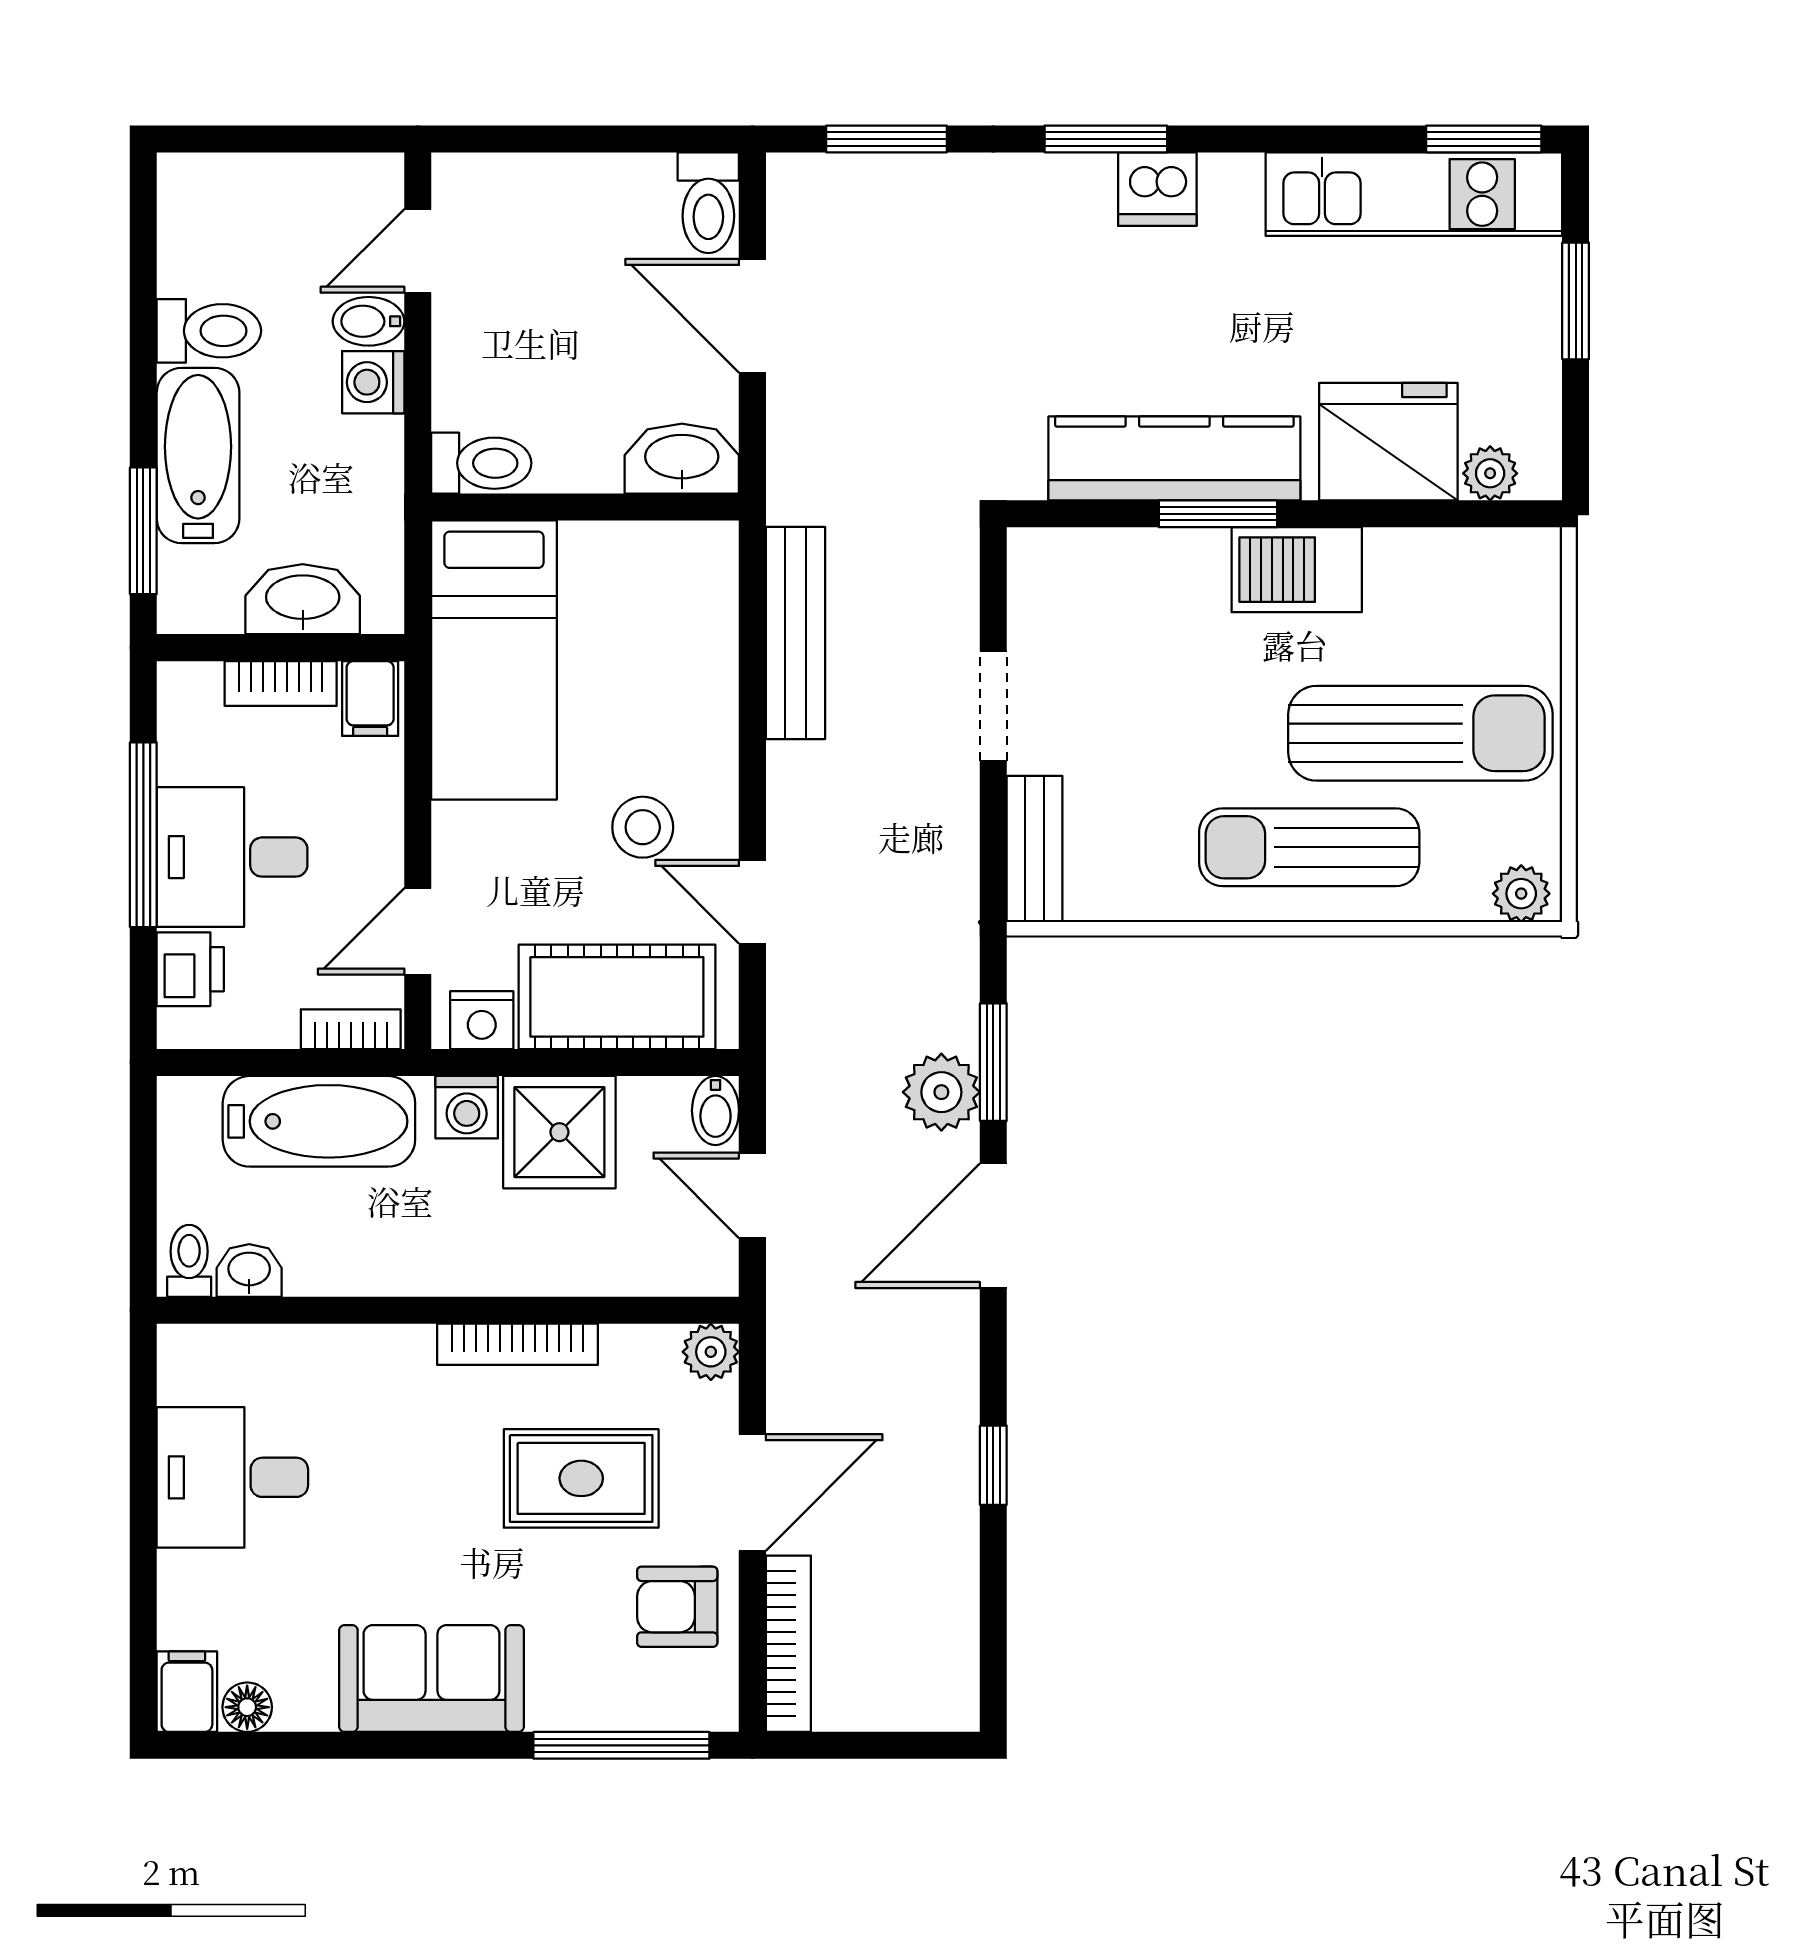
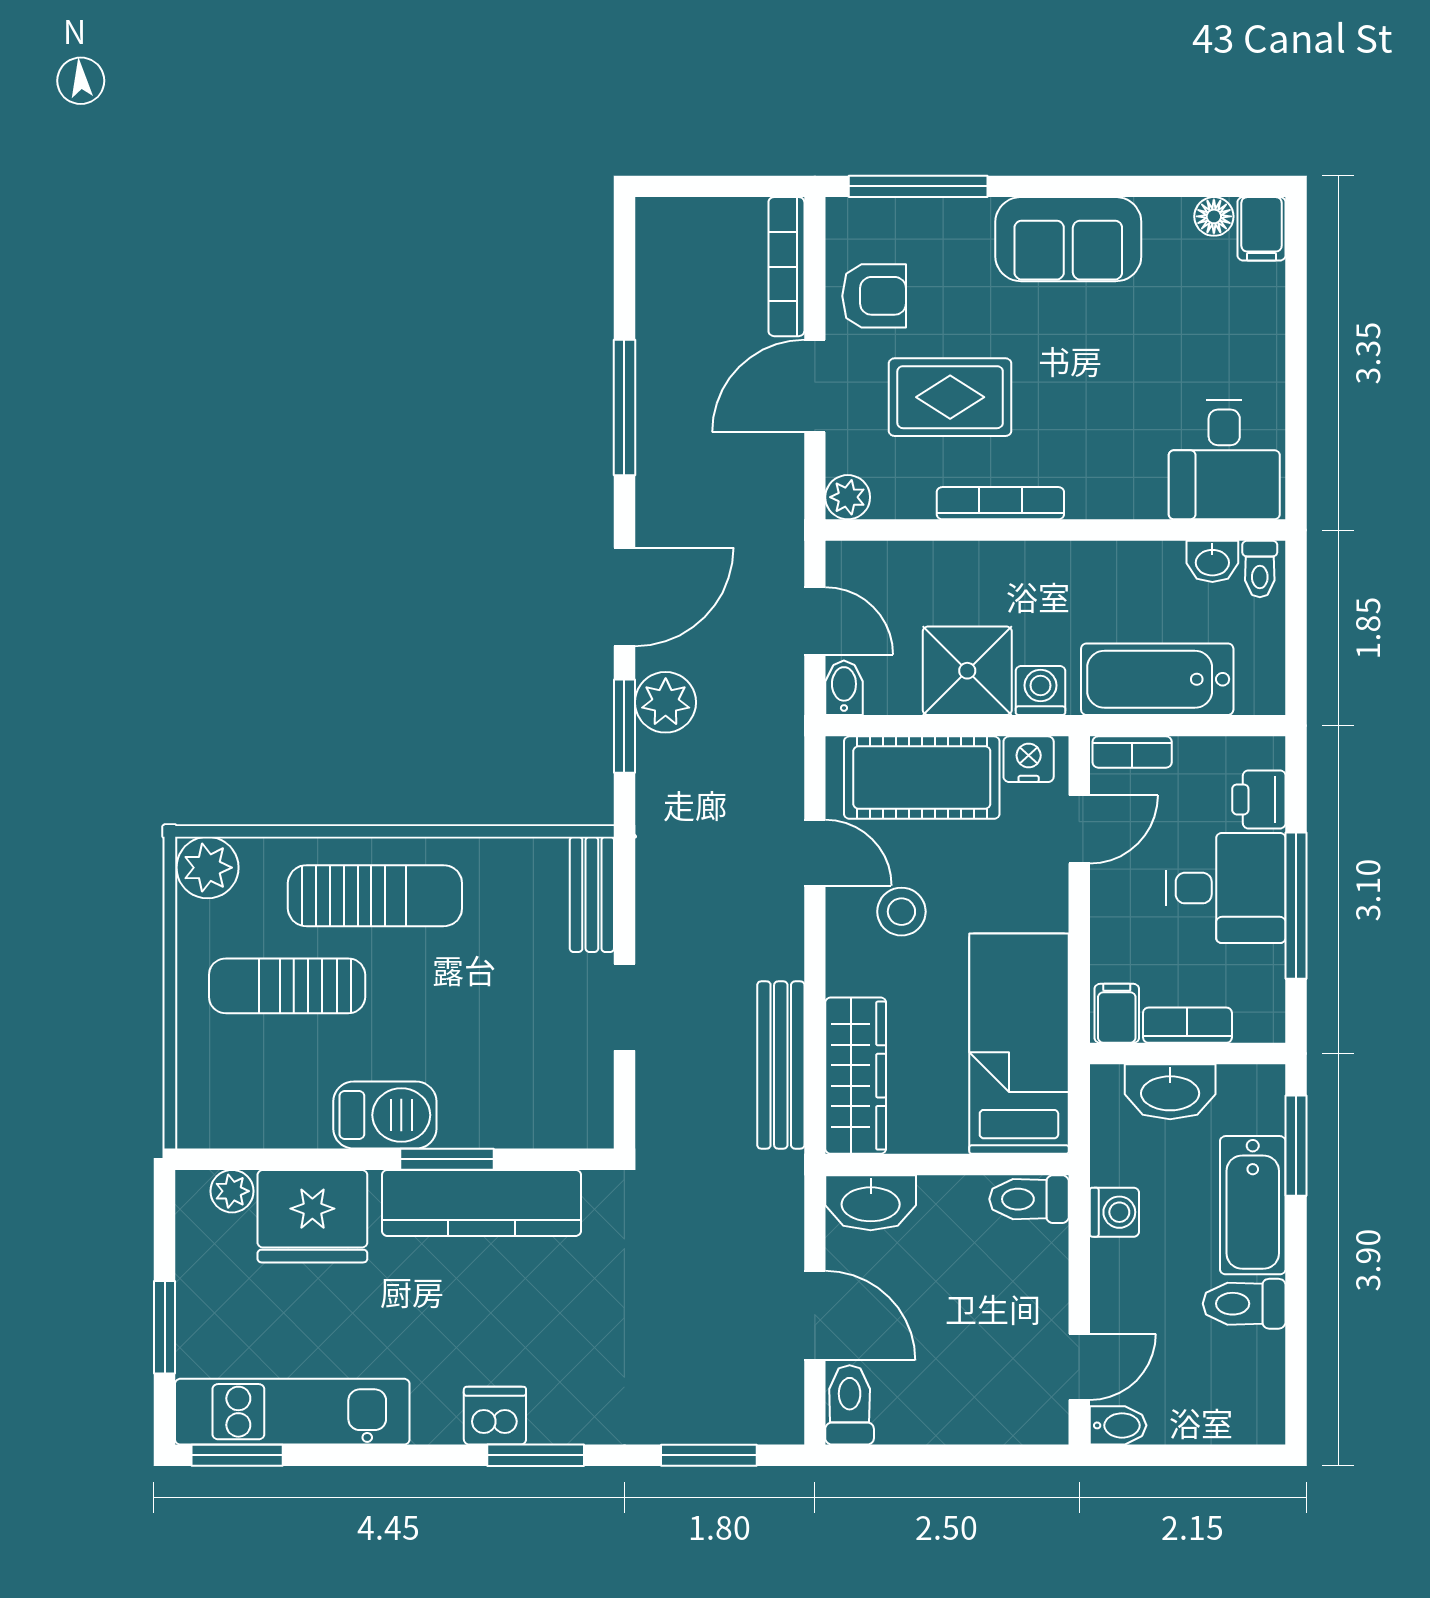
bidet: (369, 321) -> (1118, 1425), moved
washing machine: (373, 382) -> (1114, 1212), moved
wardrobe: (701, 620) -> (856, 1076), added
sun lounger: (1420, 733) -> (287, 986), width x0.73, depth x0.75
plant: (1521, 894) -> (208, 868), width x1.38, depth x1.38
window: (993, 1465) -> (624, 408), width x2.17
desk: (232, 1477) -> (1224, 460), moved, turned 90

